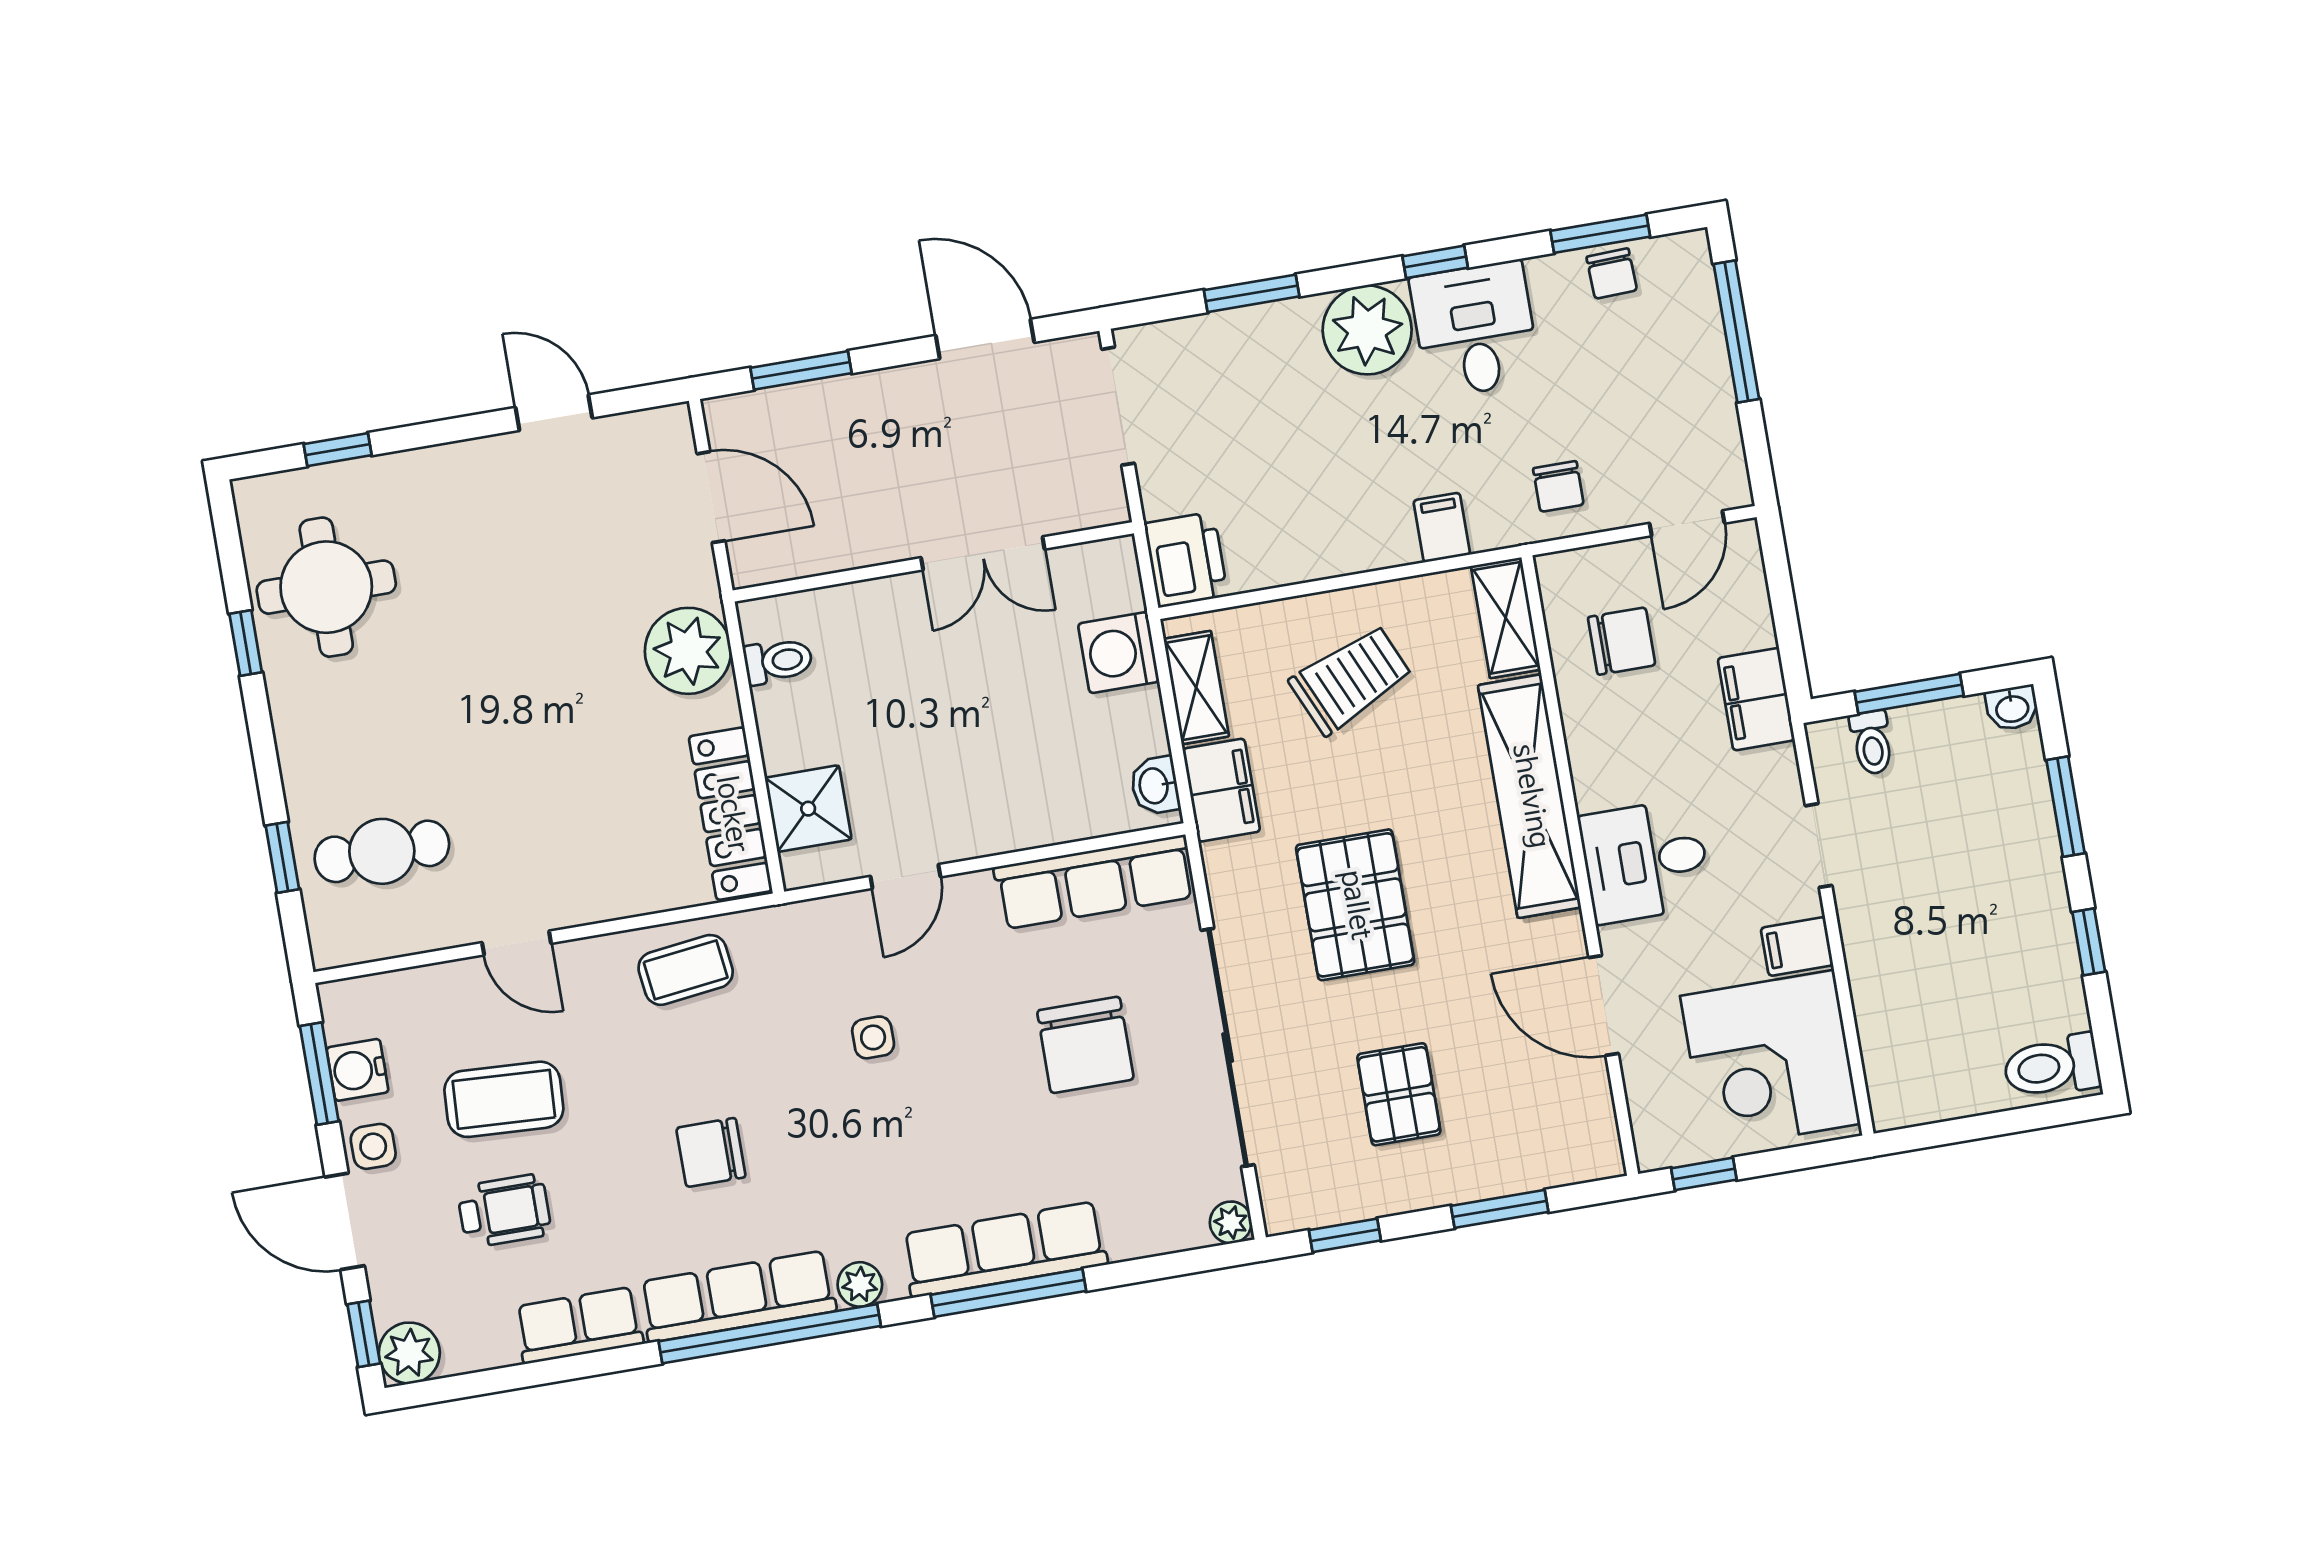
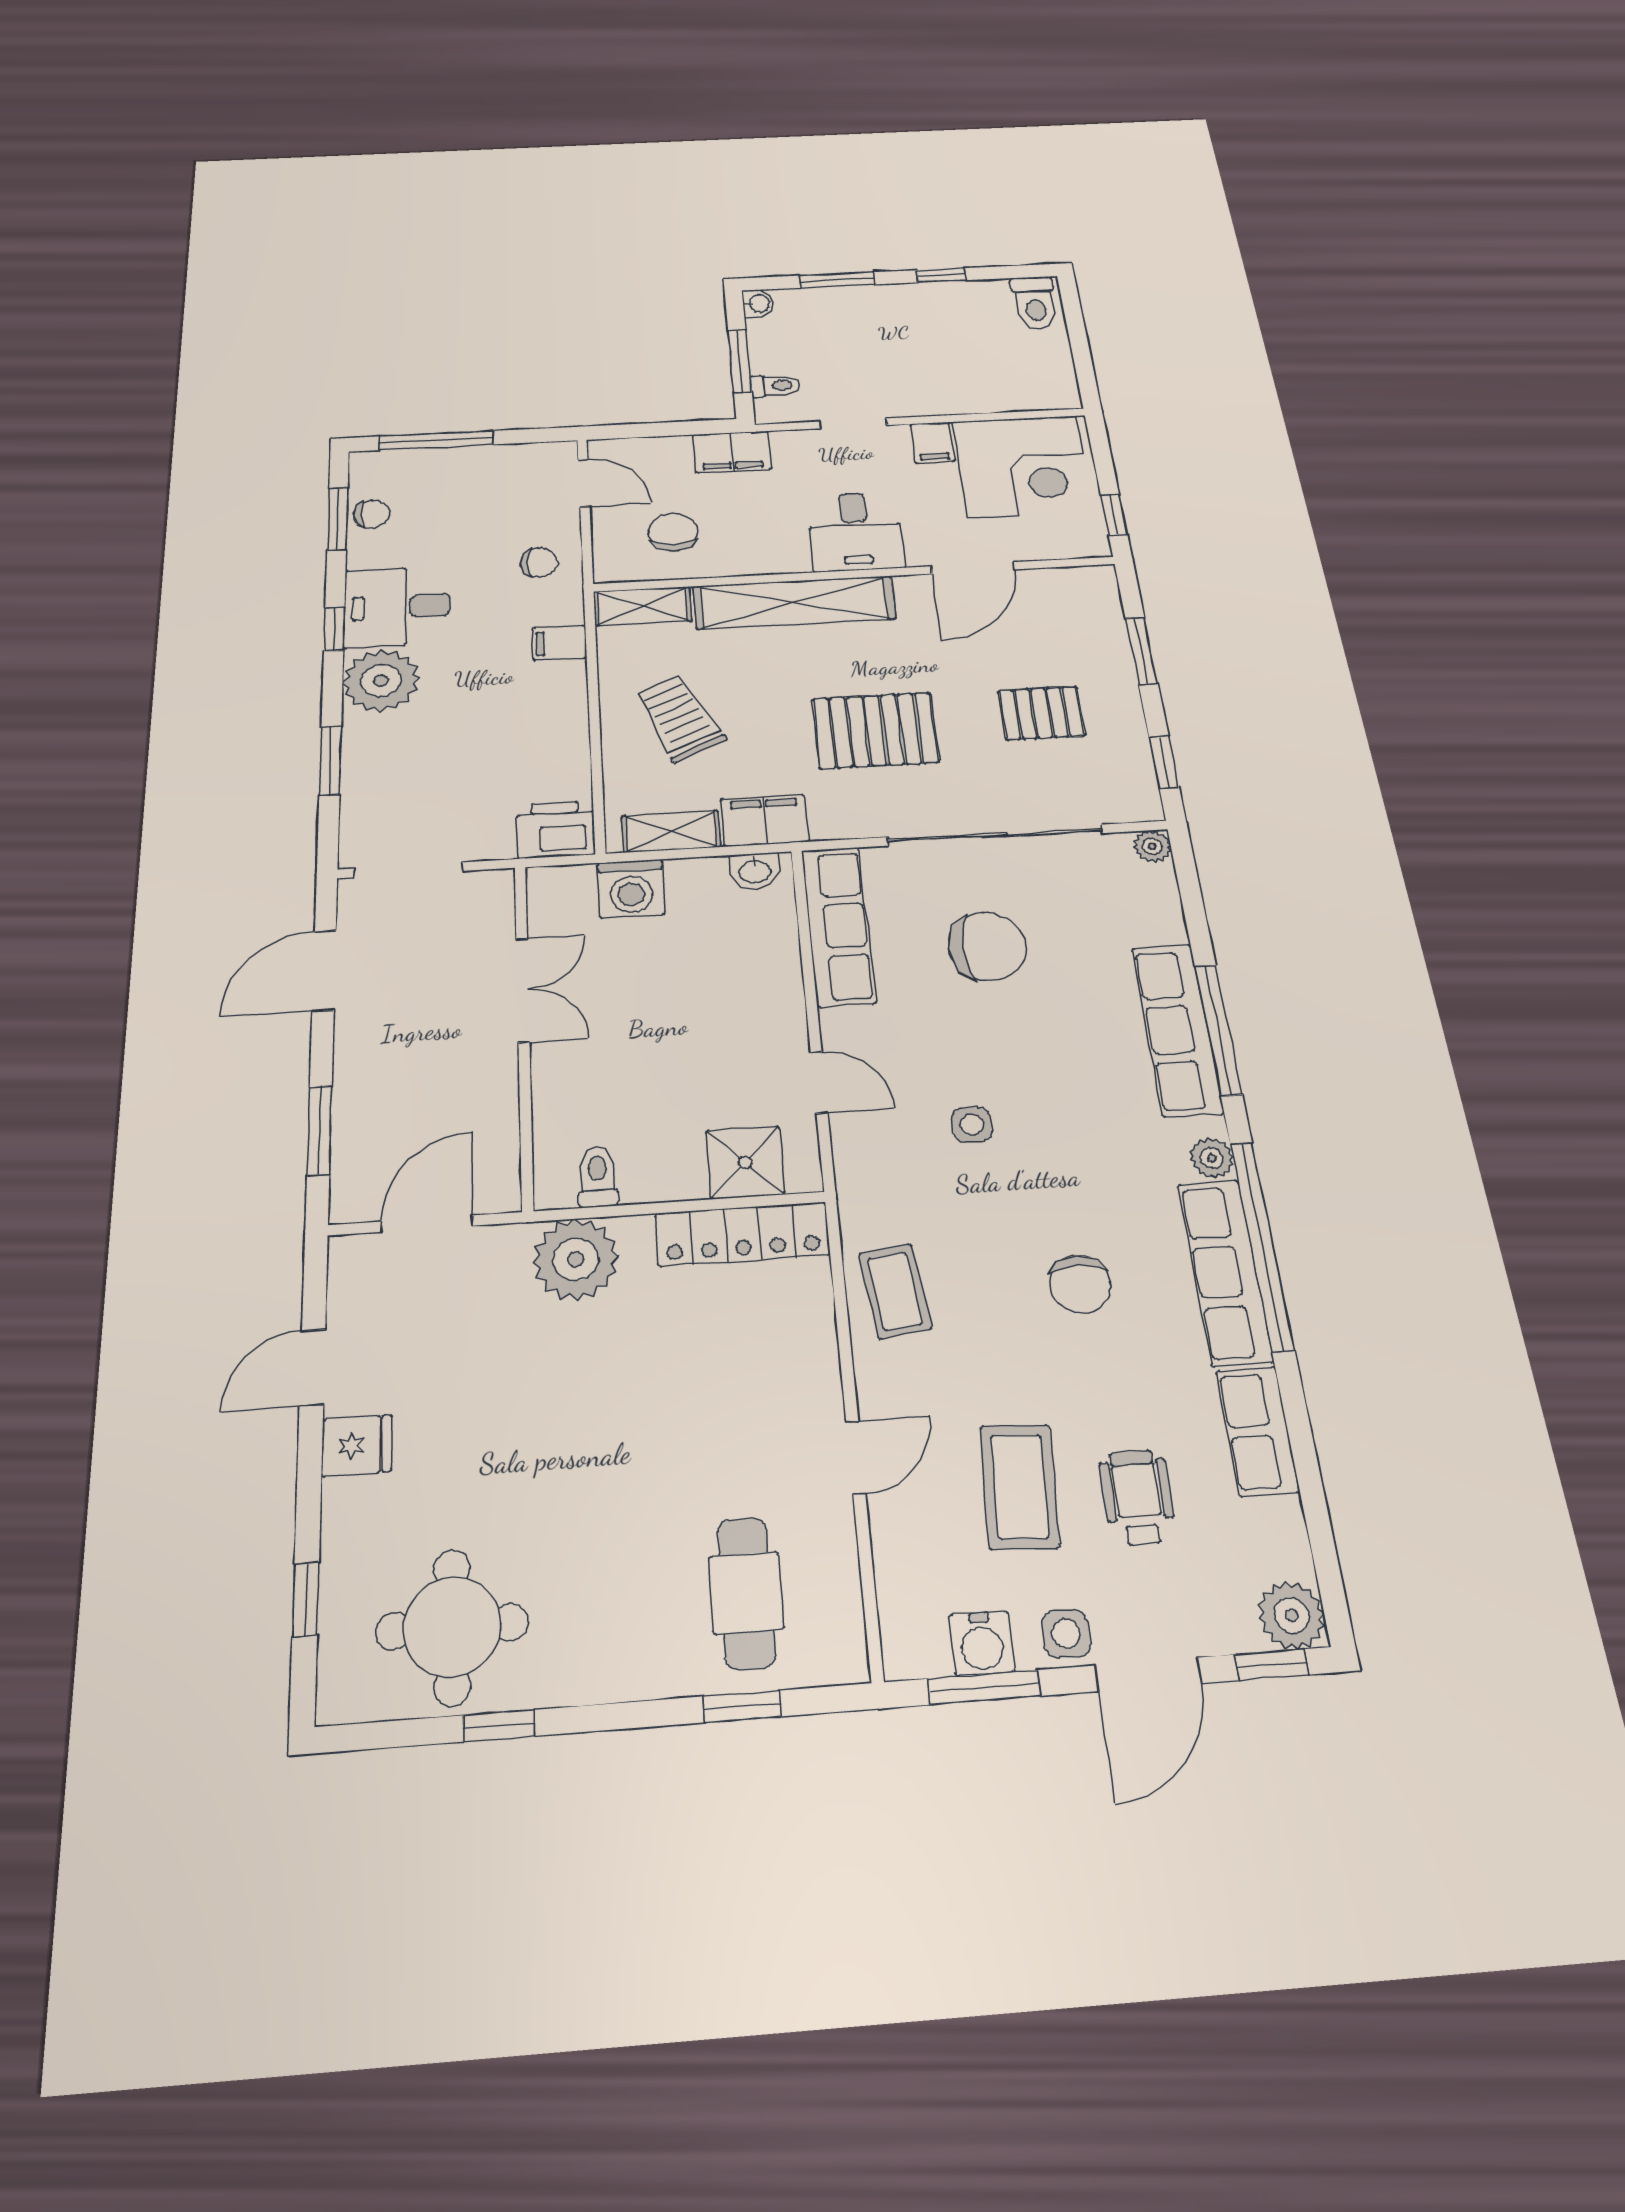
fridge: (483, 470) -> (357, 1446), added

